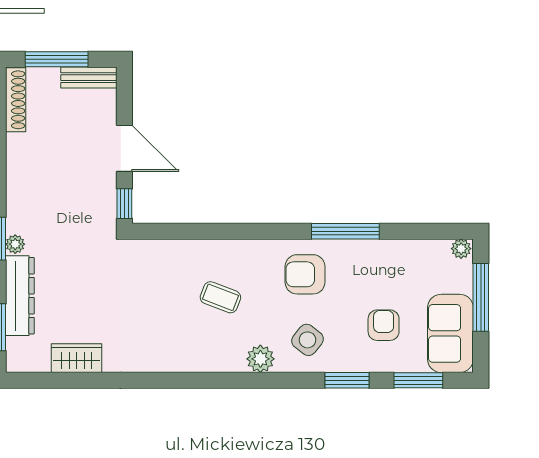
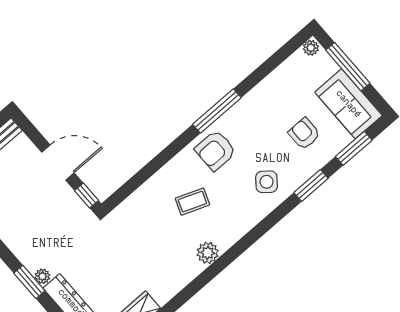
window: (345, 231) -> (217, 111), moved
armchair: (305, 274) -> (215, 150), moved
plant: (260, 359) -> (208, 253), moved

